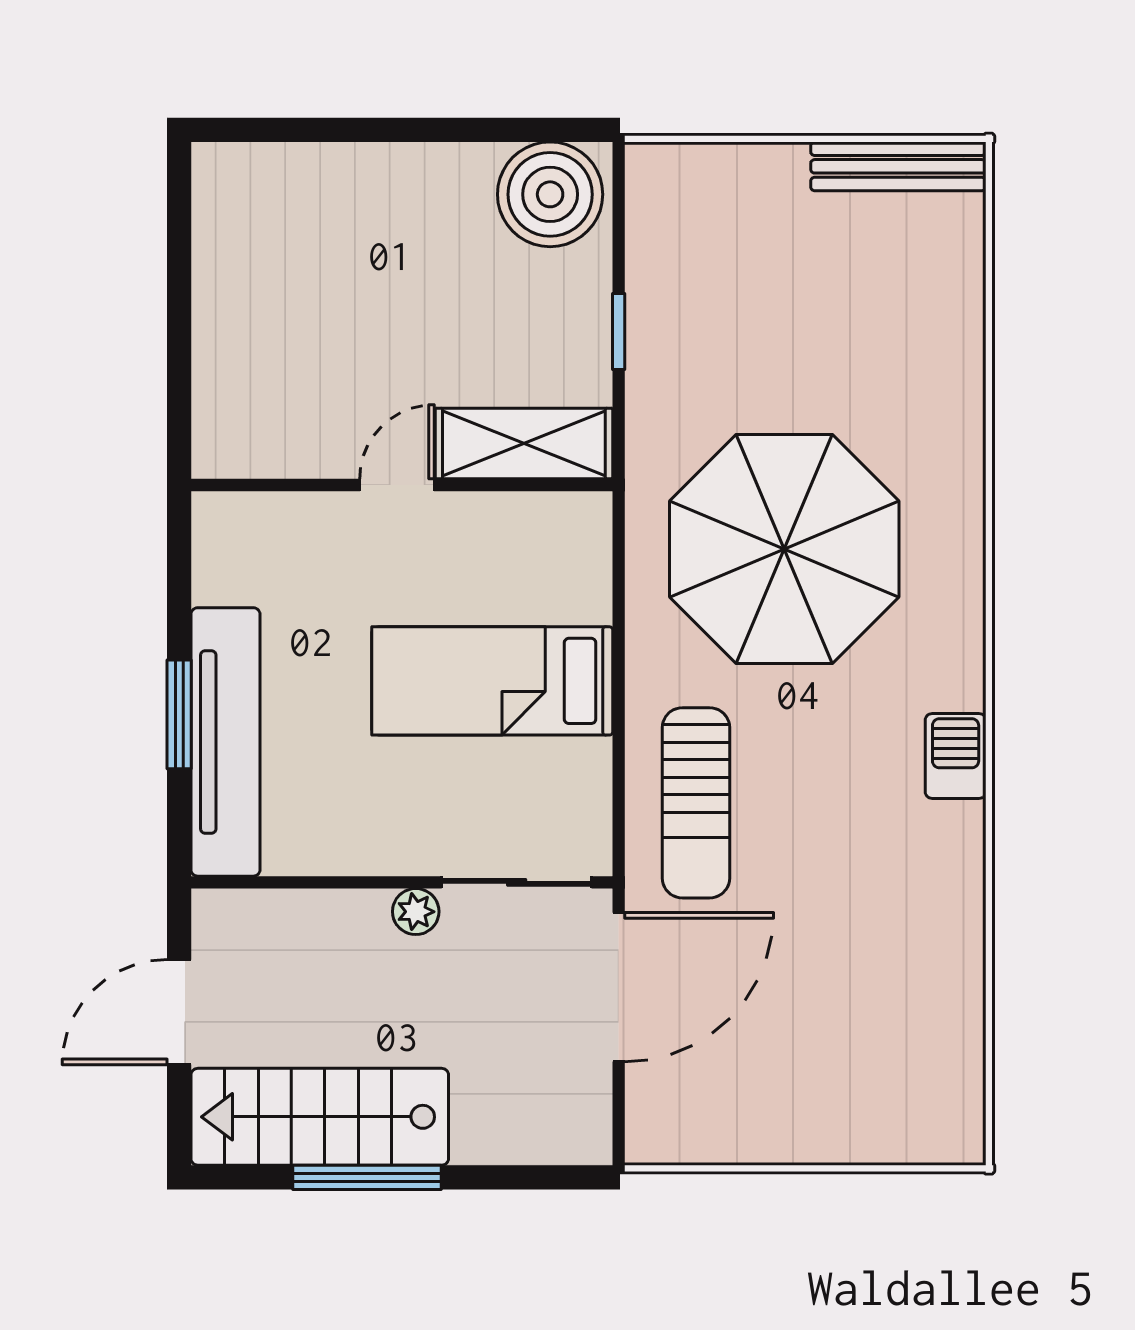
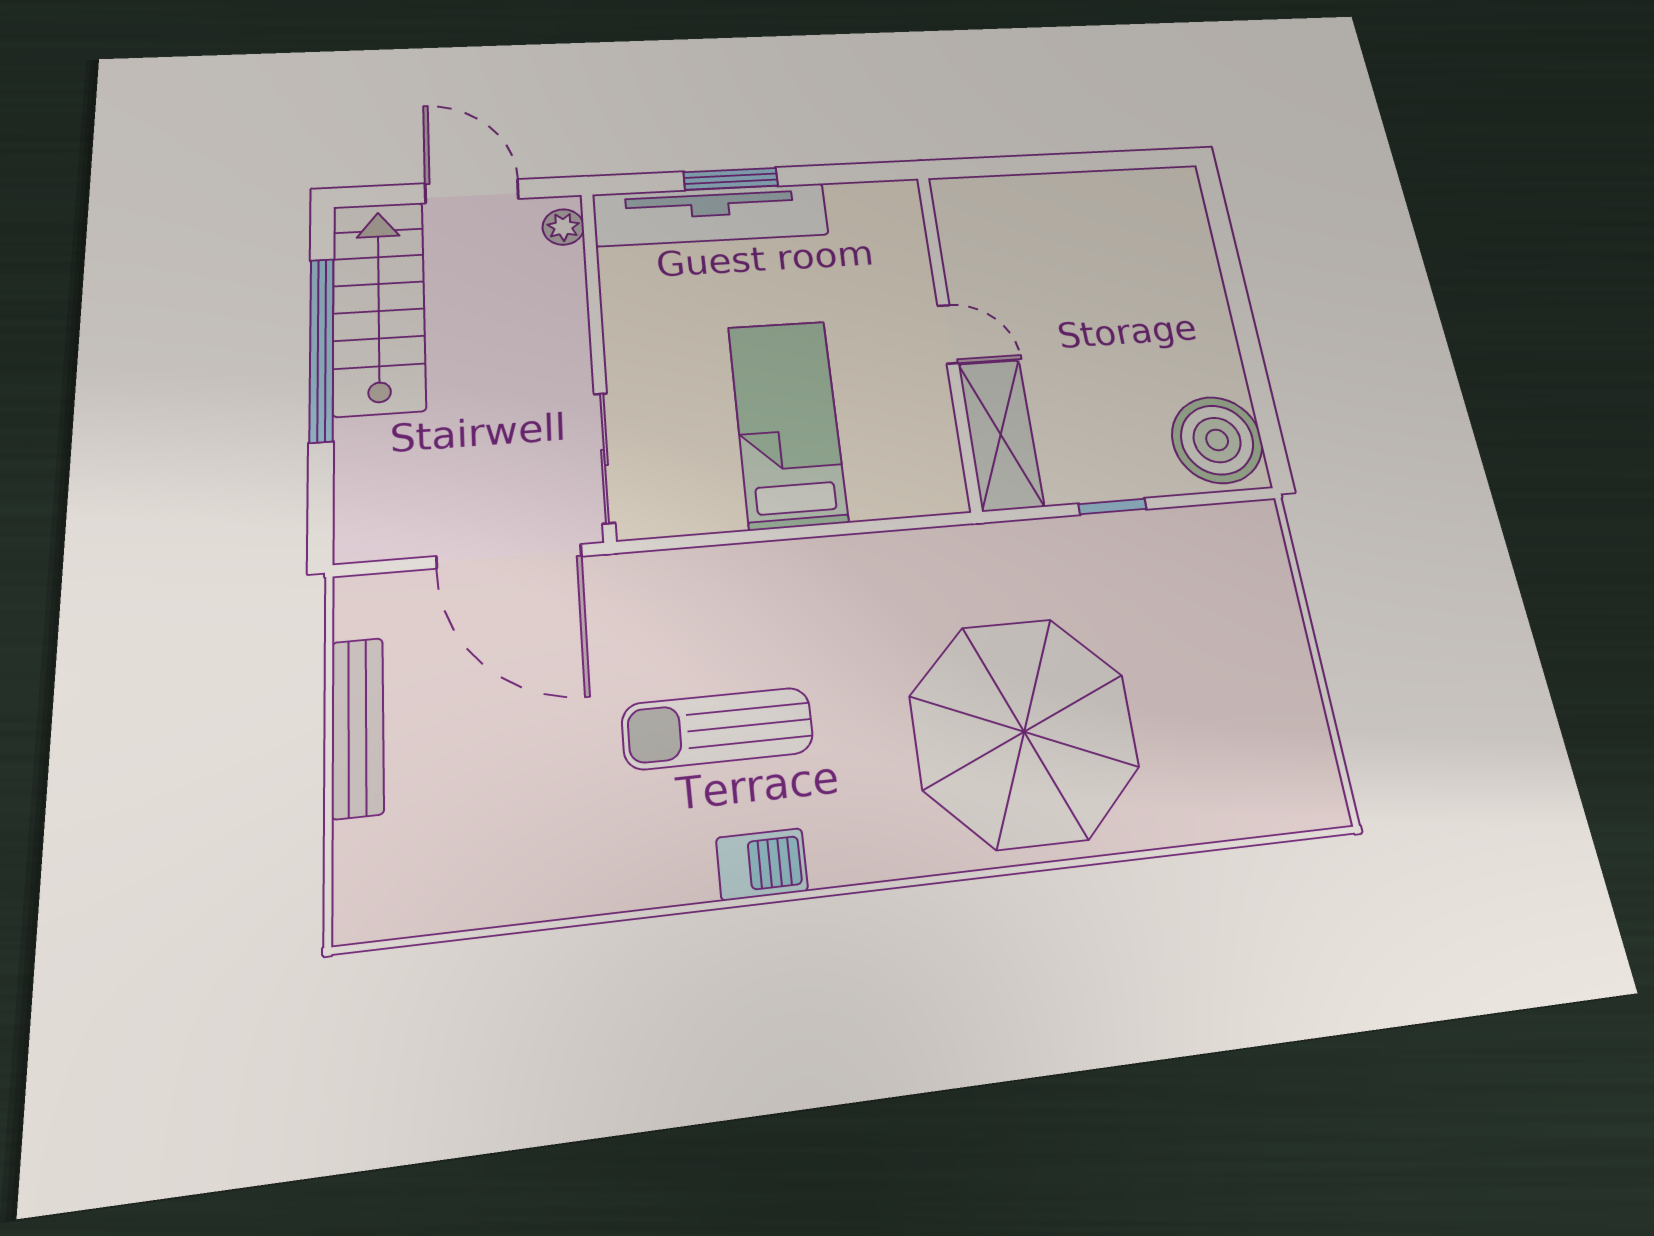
bench: (898, 166) -> (358, 727), moved
parasol: (784, 549) -> (1024, 732), moved
sun lounger: (696, 803) -> (718, 728), moved
plant: (416, 912) -> (563, 227), moved
window: (367, 1177) -> (322, 349), width x1.46

